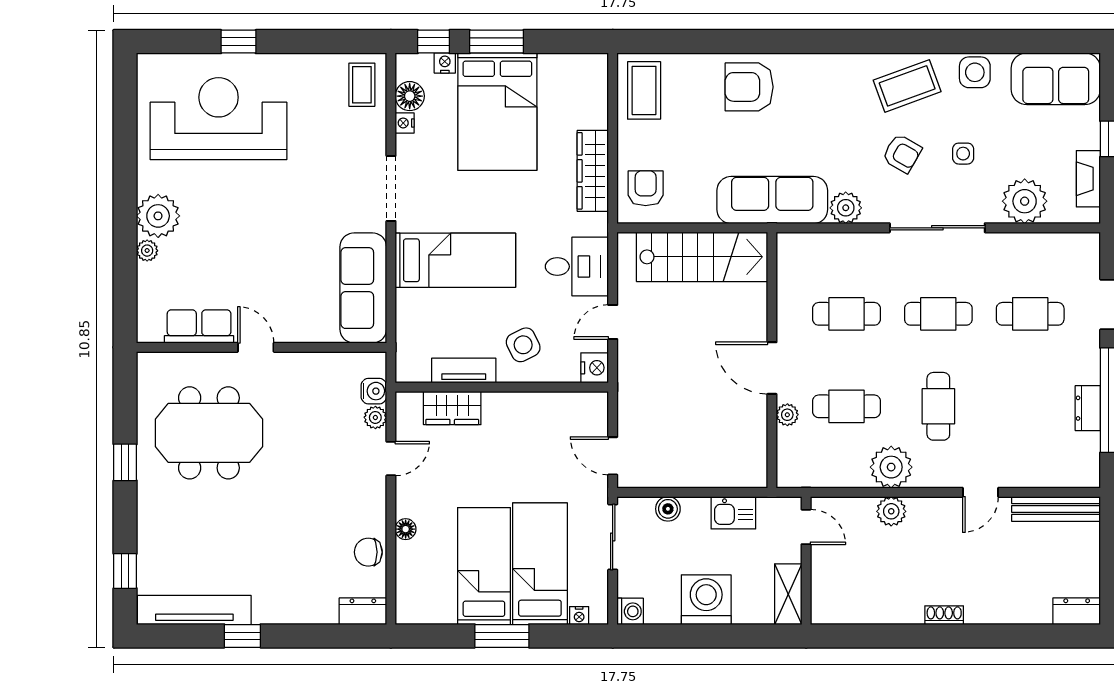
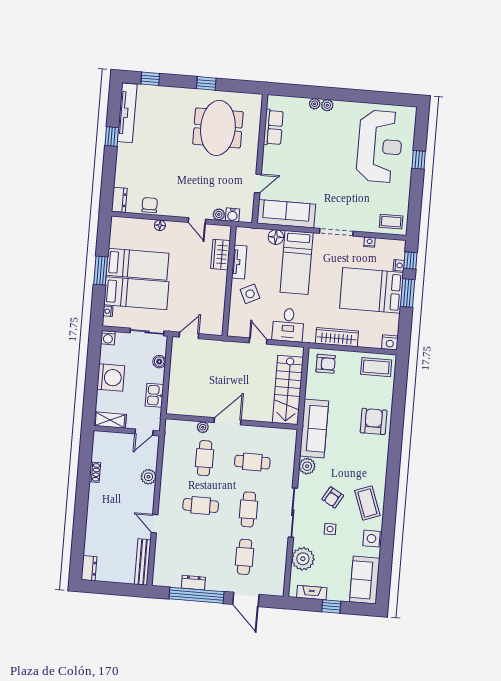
floor lamp: (410, 96) -> (276, 237), moved
plant: (158, 216) -> (327, 105), width x0.53, depth x0.53
cafe table: (847, 314) -> (252, 462), turned 90
door: (256, 347) -> (258, 183), moved
nightstand: (595, 368) -> (390, 342), moved
plant: (891, 467) -> (171, 479), removed
shoe rack: (944, 615) -> (95, 472), moved

